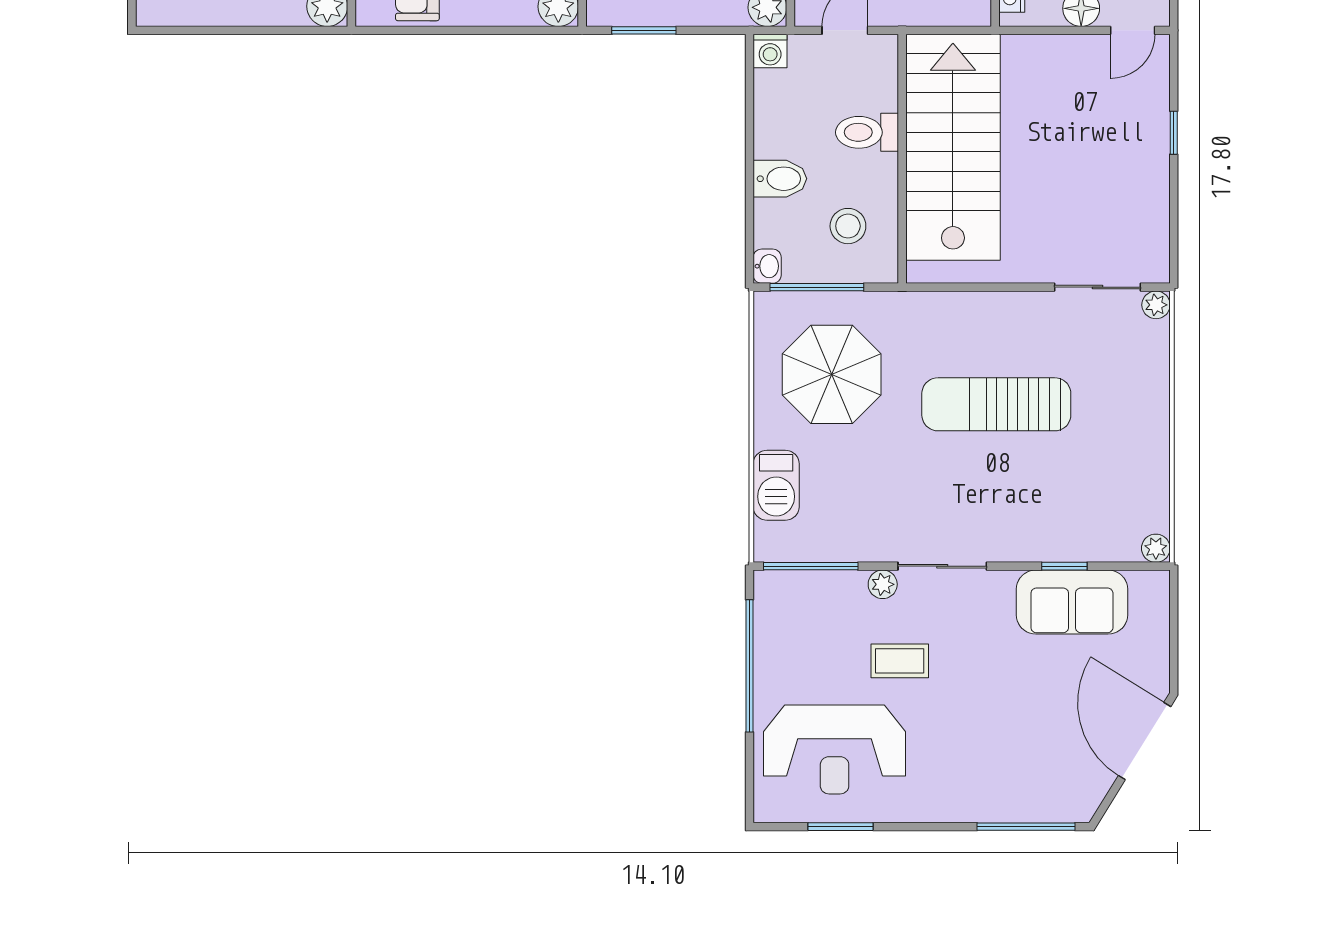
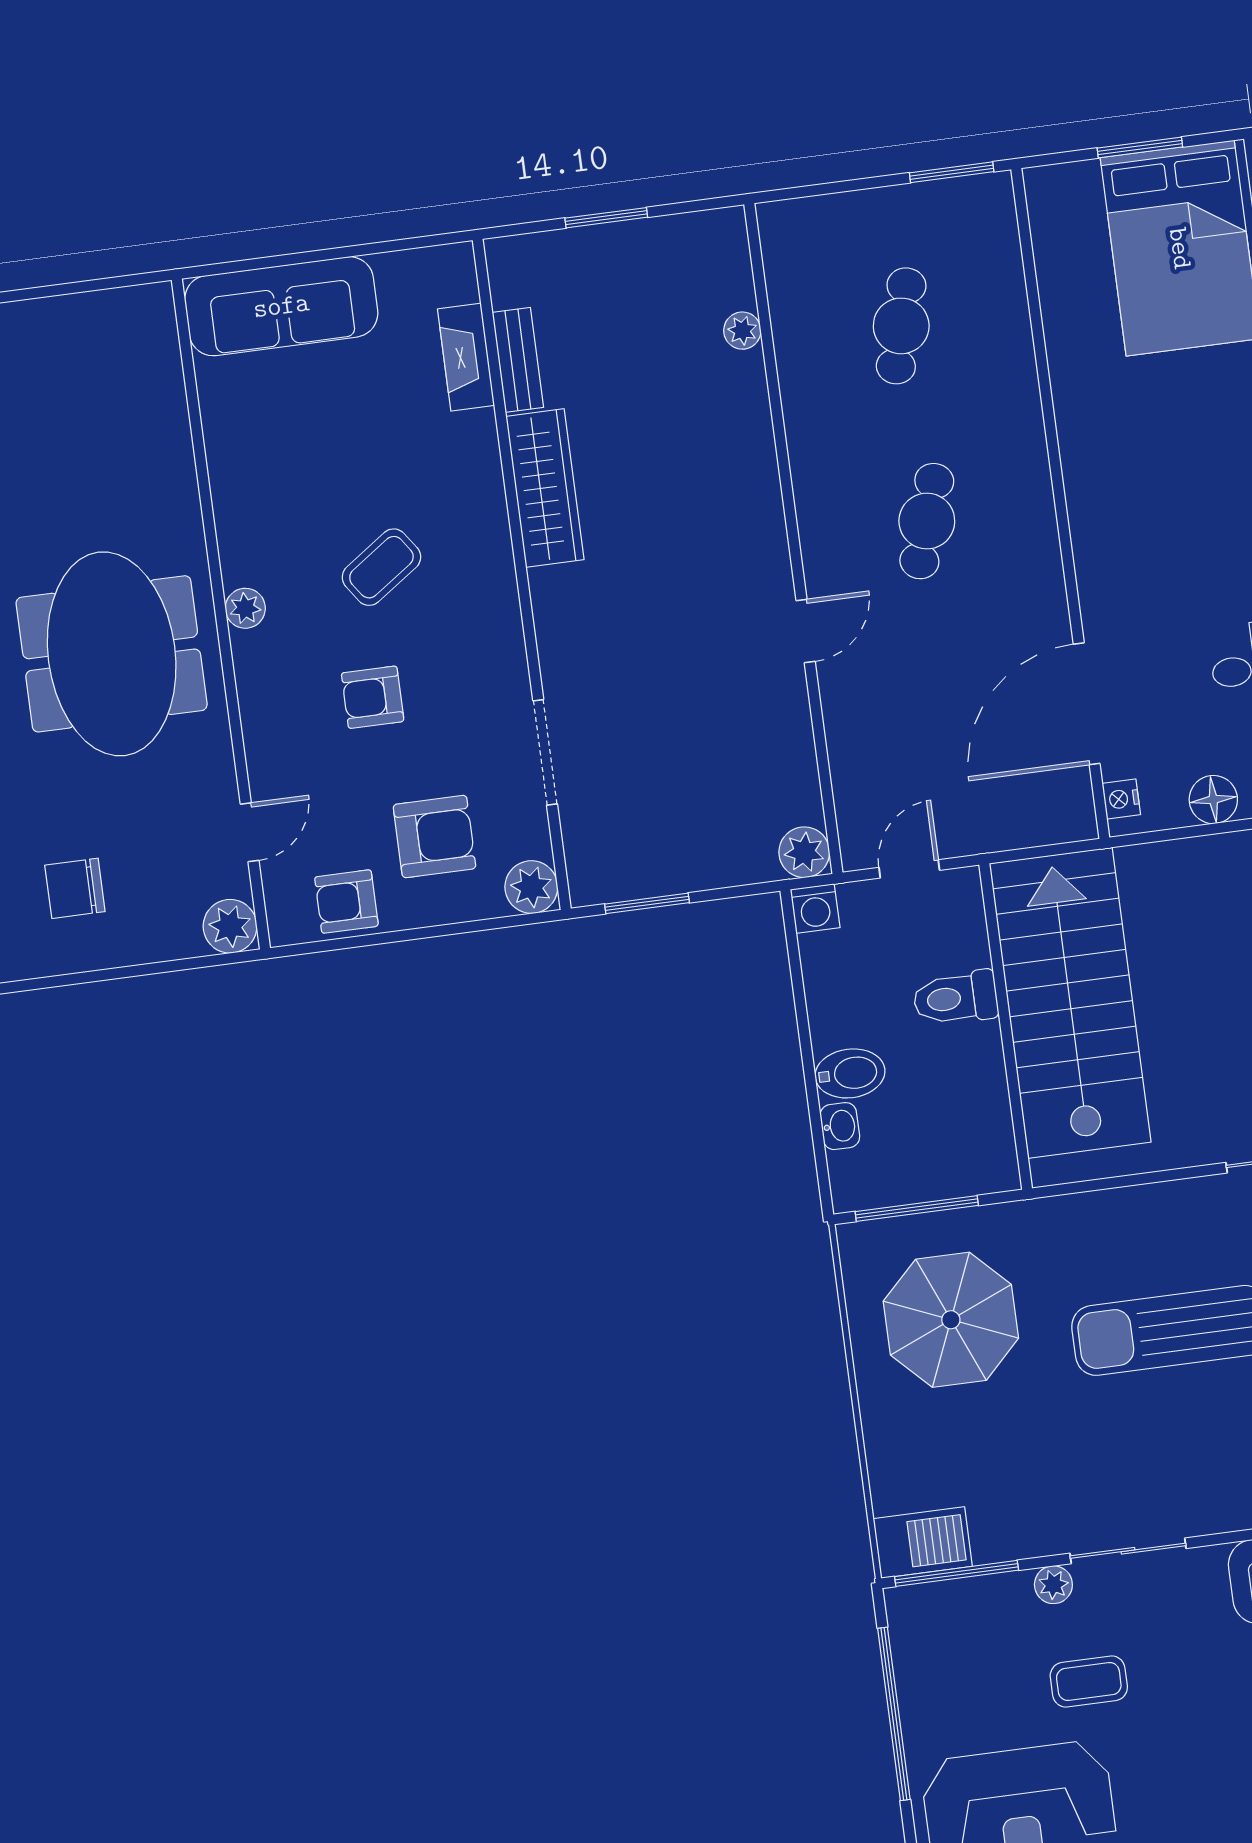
stool: (848, 226) -> (947, 1123), removed
washbasin: (767, 266) -> (840, 1126), moved
barbecue: (776, 485) -> (923, 1543), moved, turned -90

